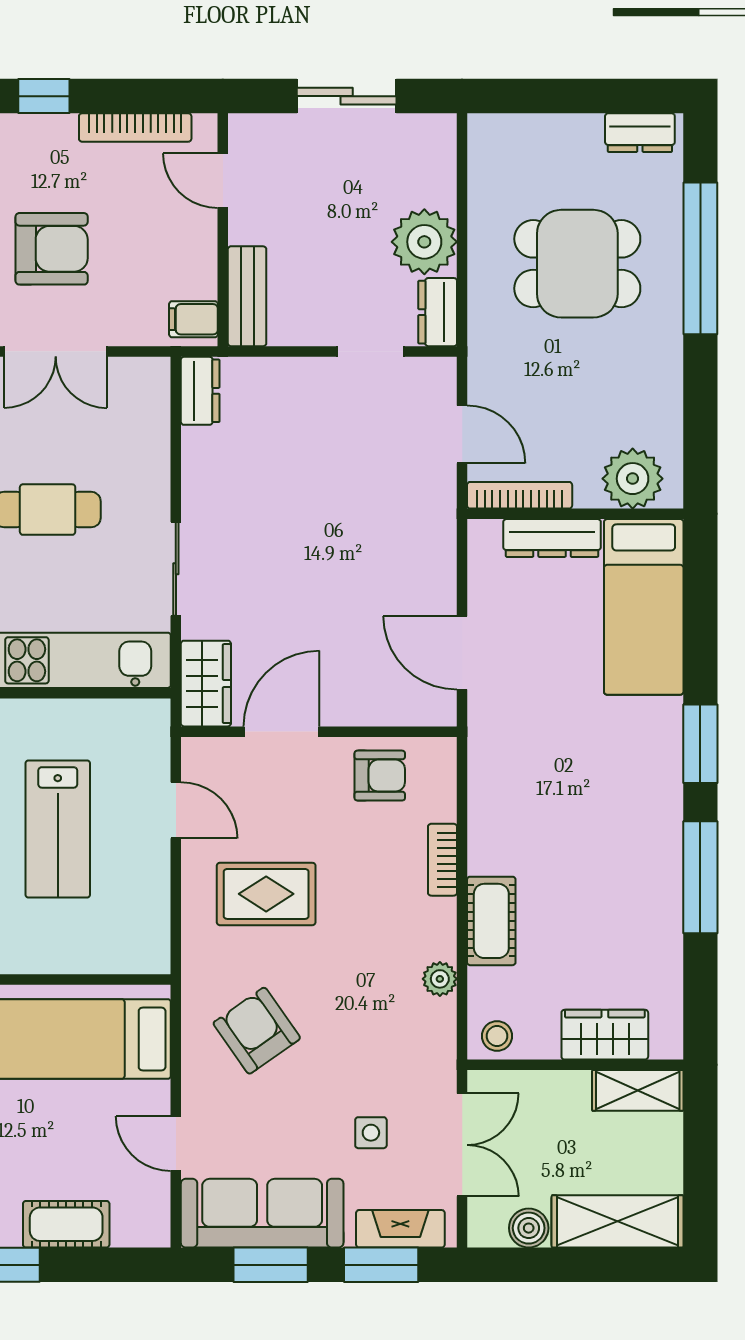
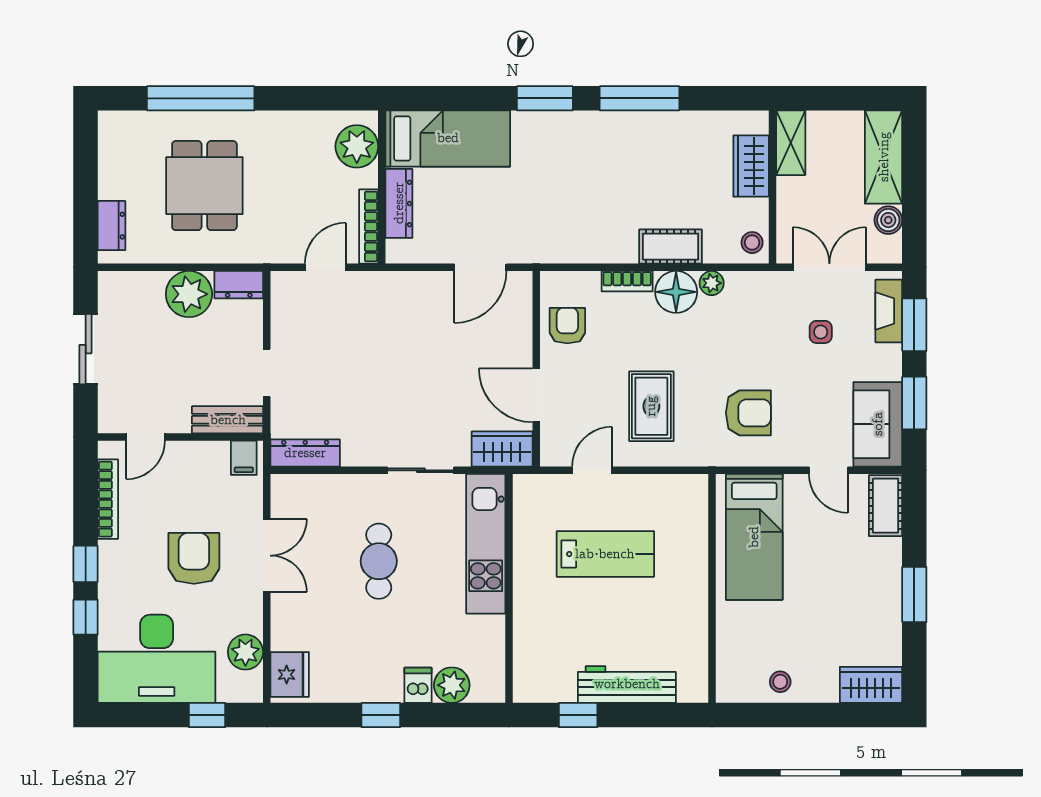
dresser: (640, 133) -> (112, 226), moved
doorway: (370, 351) -> (267, 373), moved
dresser: (200, 391) -> (305, 453), width x1.44
floor lamp: (427, 929) -> (676, 292), added
armchair: (257, 1031) -> (748, 413), turned -145
door: (176, 1144) -> (828, 470), hinge flipped
sofa: (262, 1213) -> (878, 424), width x0.73
cot: (66, 1224) -> (886, 506), moved

